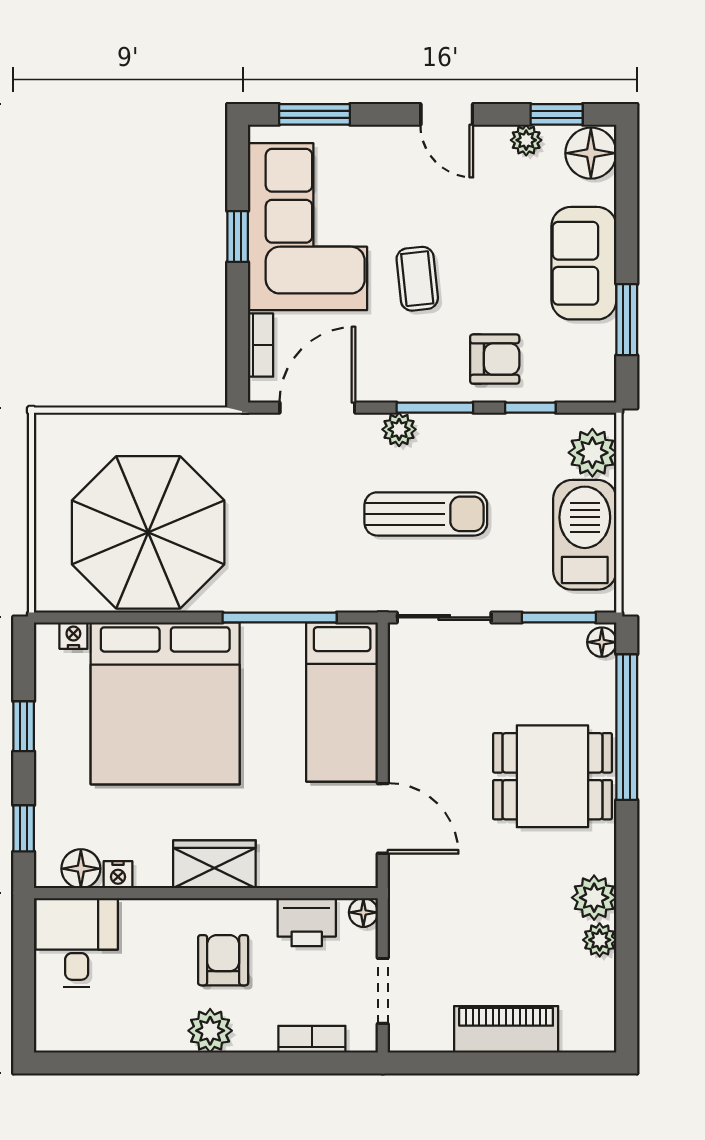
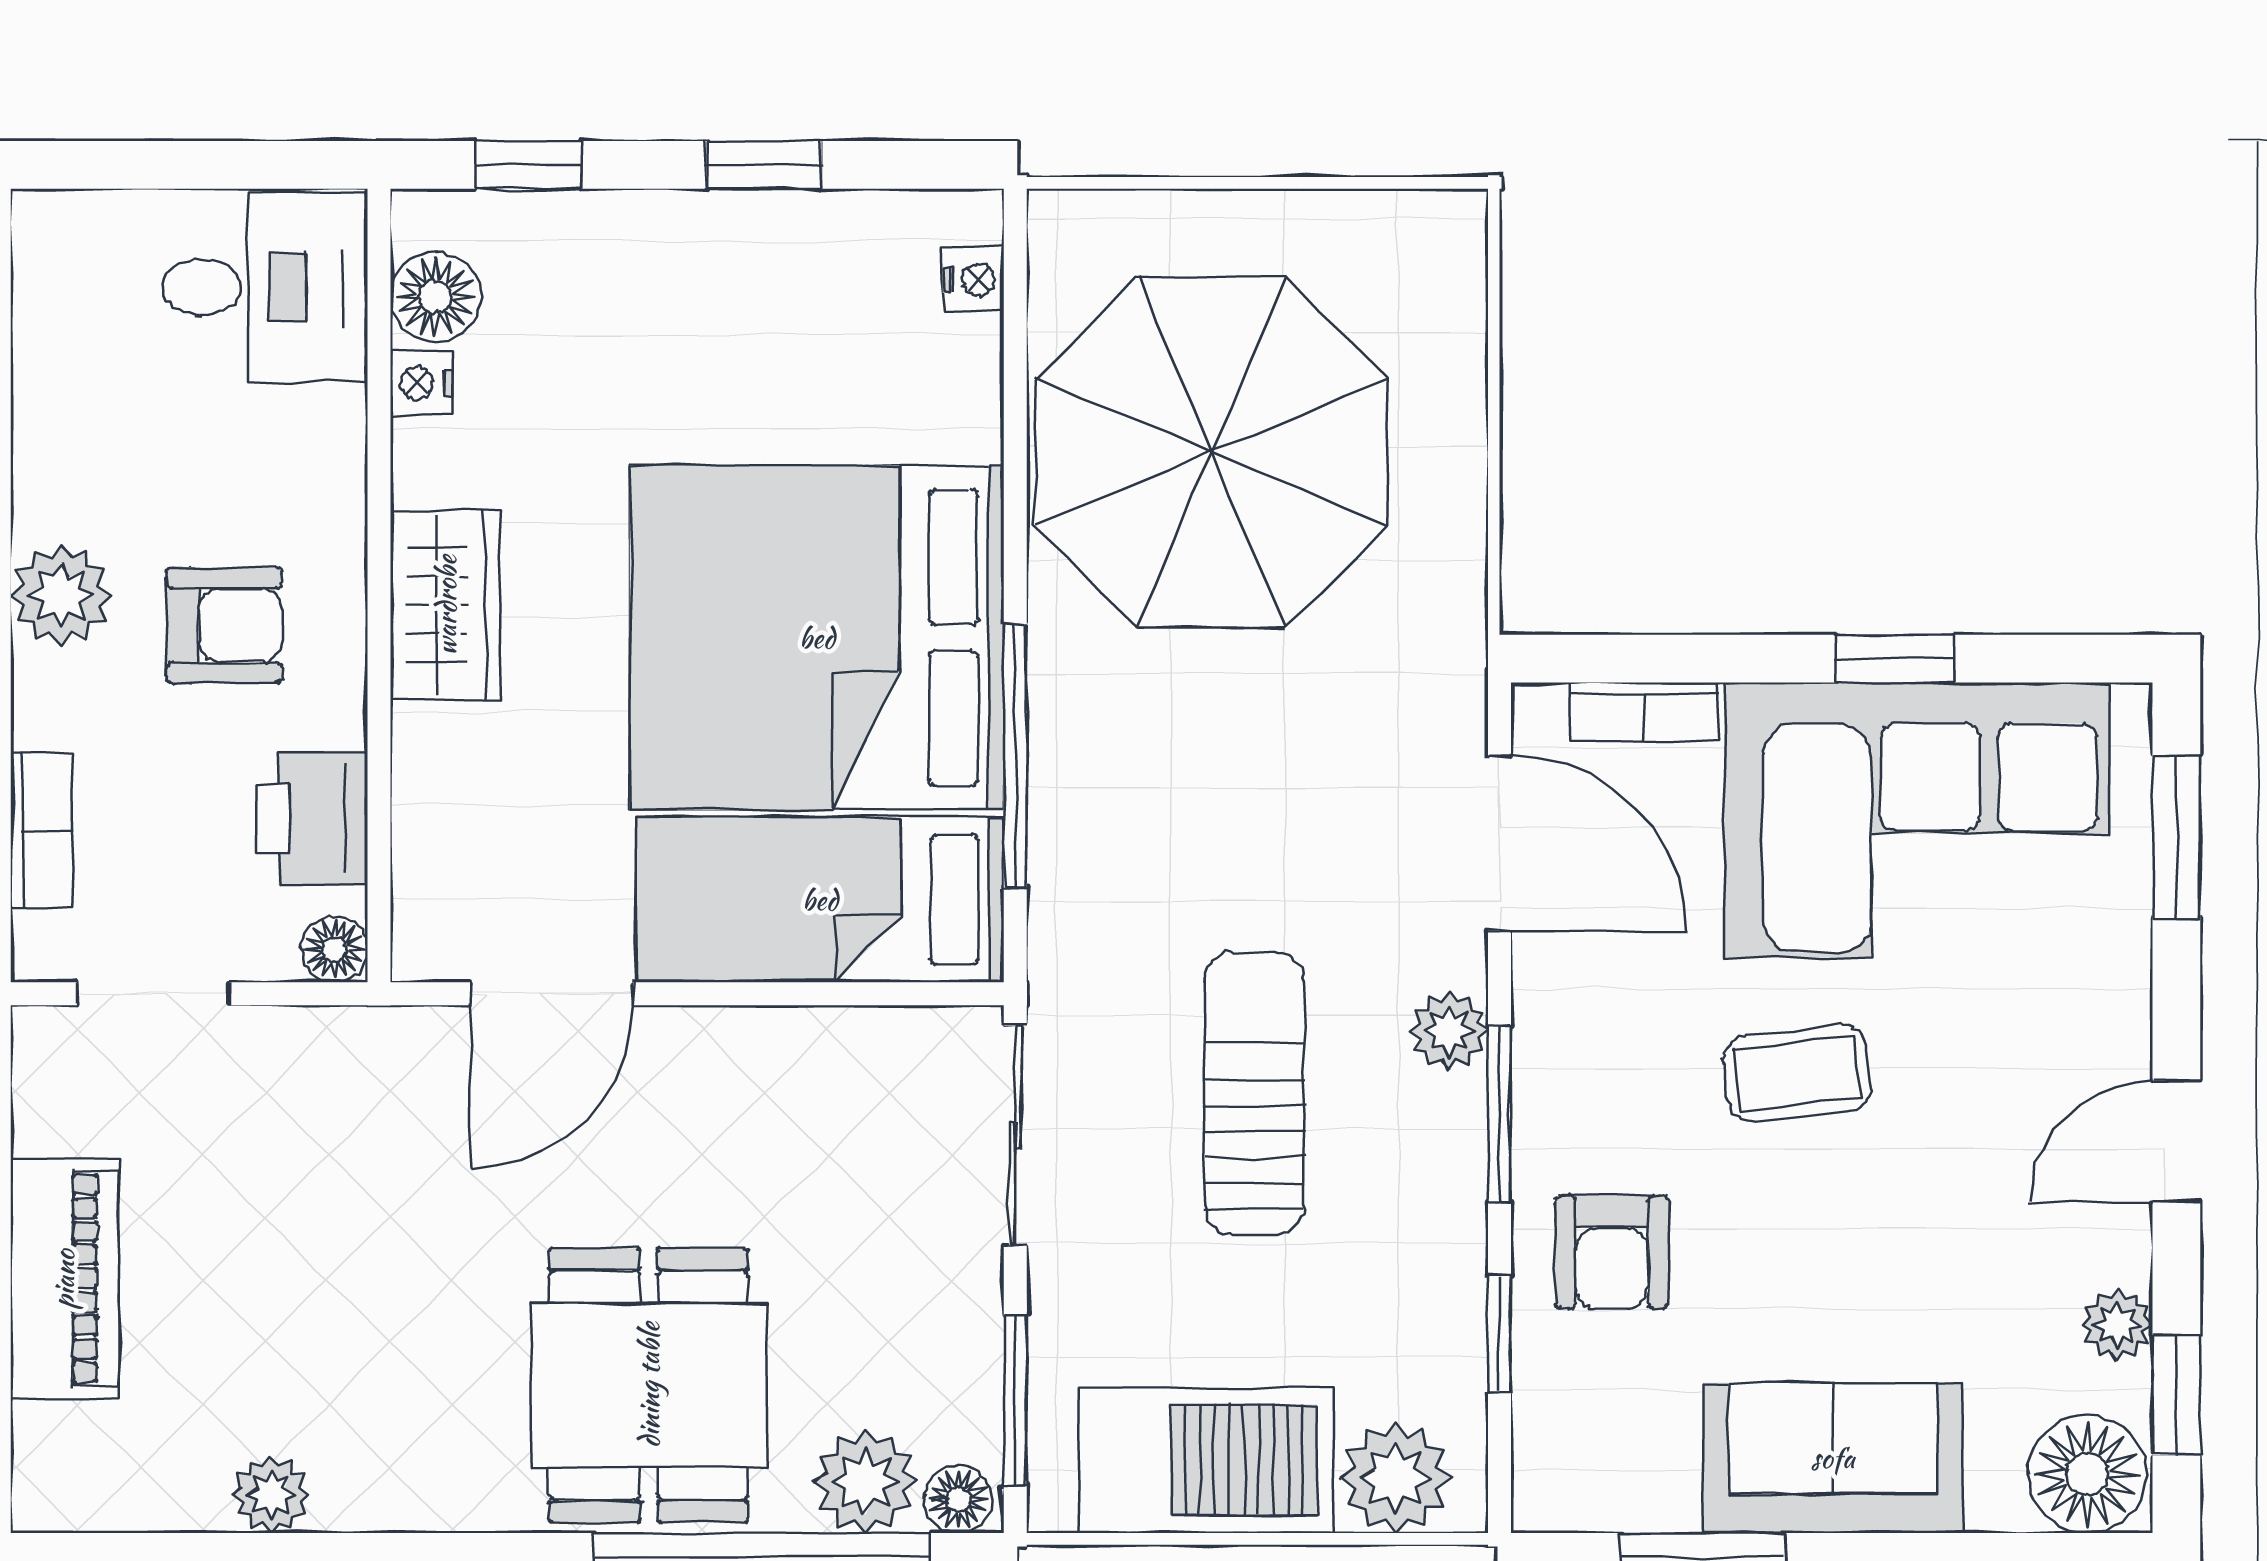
sun lounger: (426, 514) -> (1254, 1093), turned 180
bed: (165, 703) -> (817, 638), moved
plant: (594, 898) -> (865, 1482), moved

